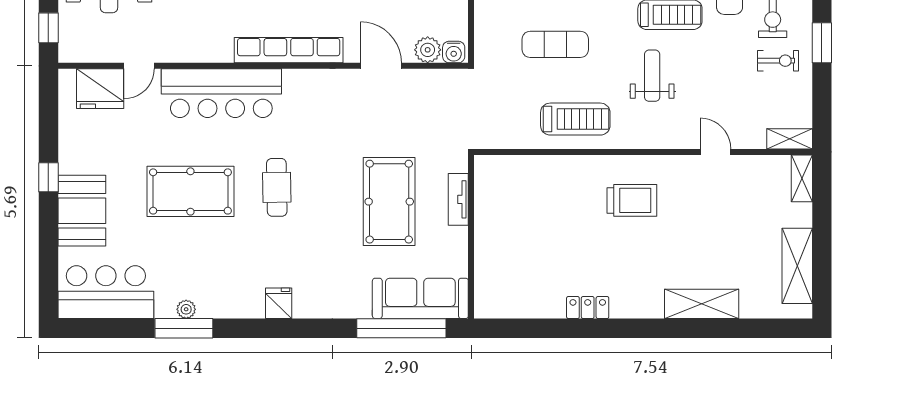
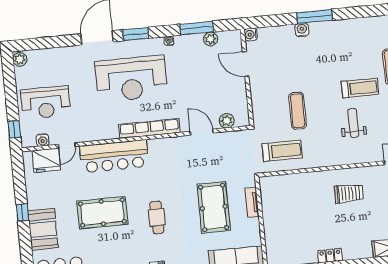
exercise mat: (555, 44) -> (298, 111), turned 90
water cooler: (454, 52) -> (43, 140), moved
treadmill: (575, 119) -> (282, 151), moved
cafe table: (277, 187) -> (157, 217), moved

